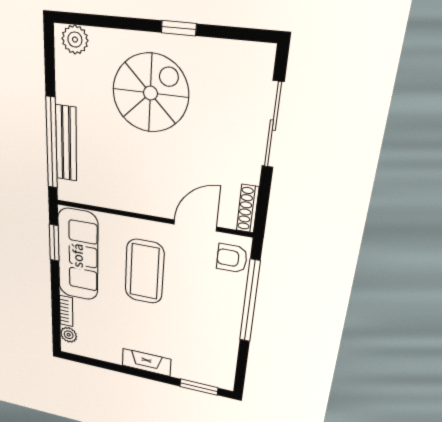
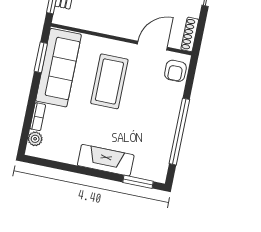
armchair: (232, 258) -> (175, 71), turned -90
window: (250, 301) -> (179, 132), moved
fireplace: (146, 362) -> (106, 160), width x1.37, depth x1.32

